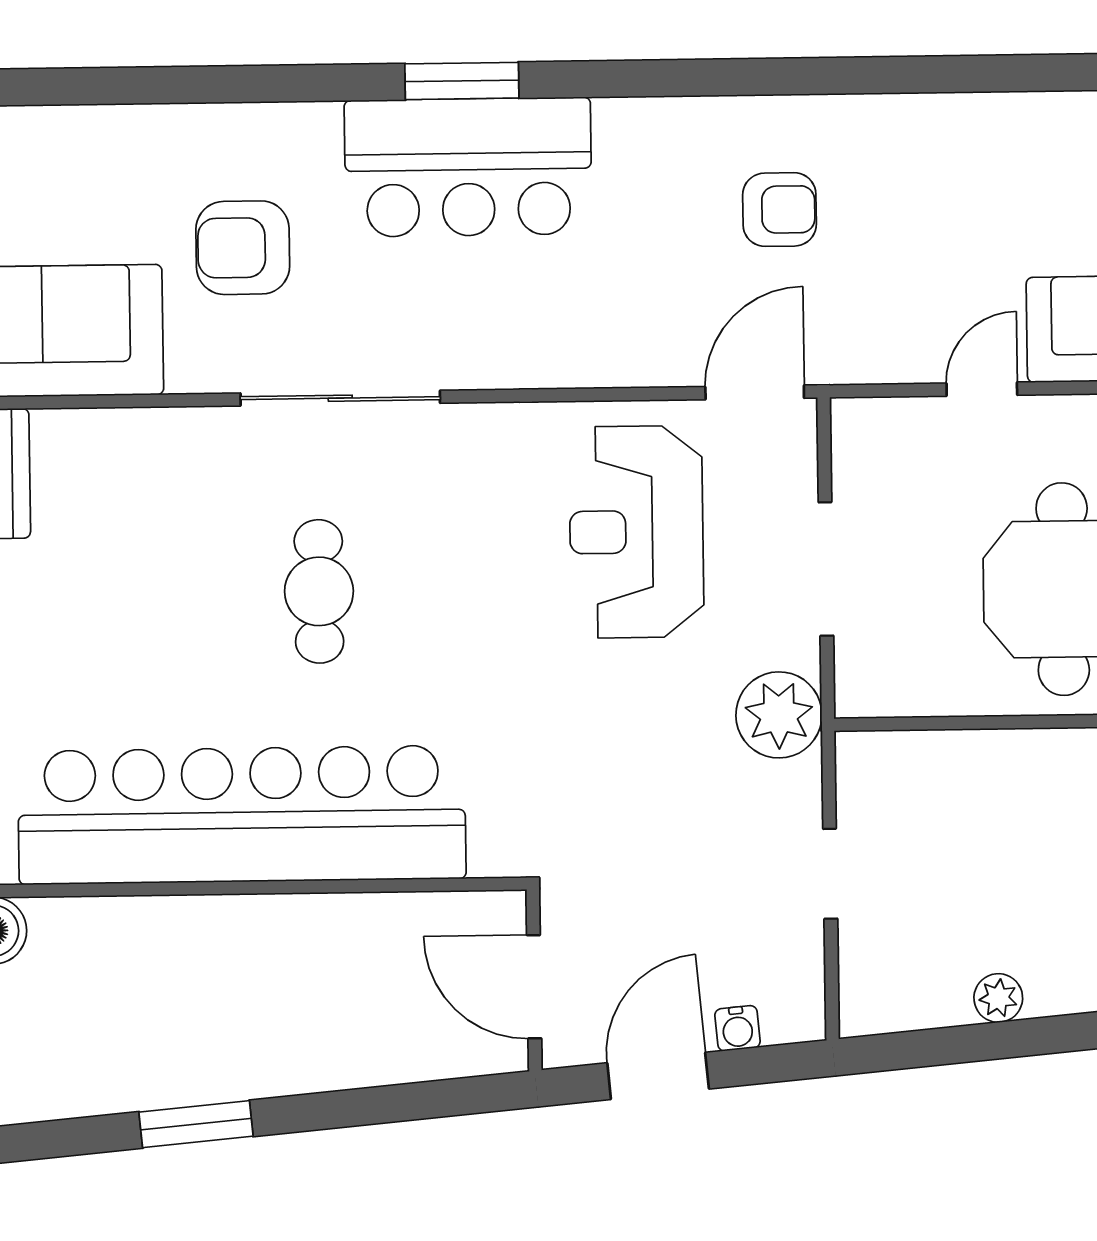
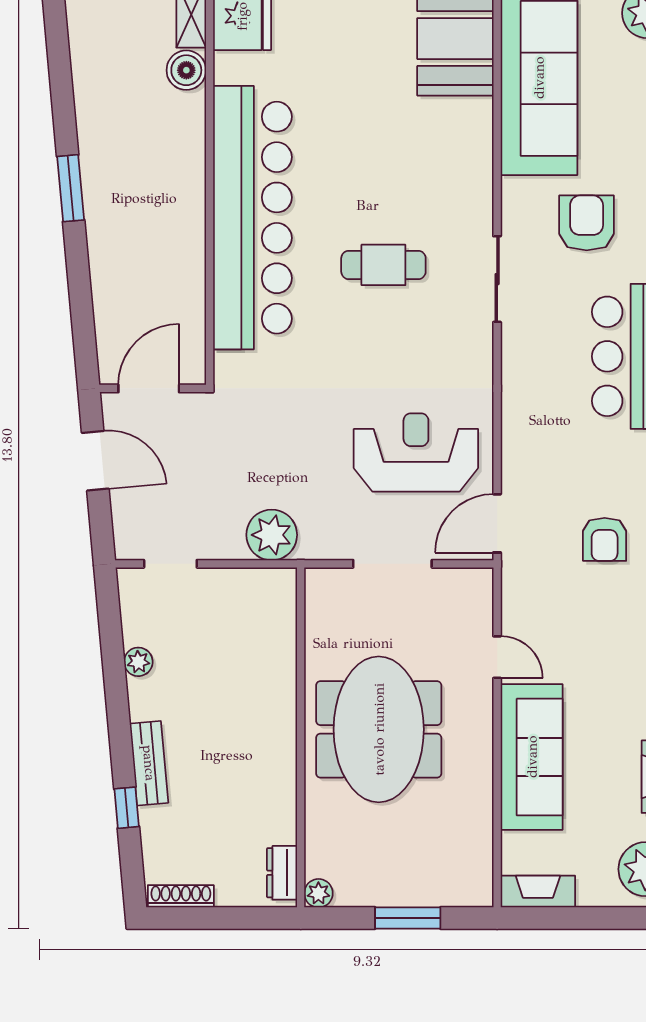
door: (755, 392) -> (497, 523), swing flipped
sliding door: (340, 398) -> (497, 279), width x0.73
plant: (779, 715) -> (272, 535), moved
doorway: (830, 874) -> (170, 564), moved
water cooler: (737, 1028) -> (123, 508), removed

